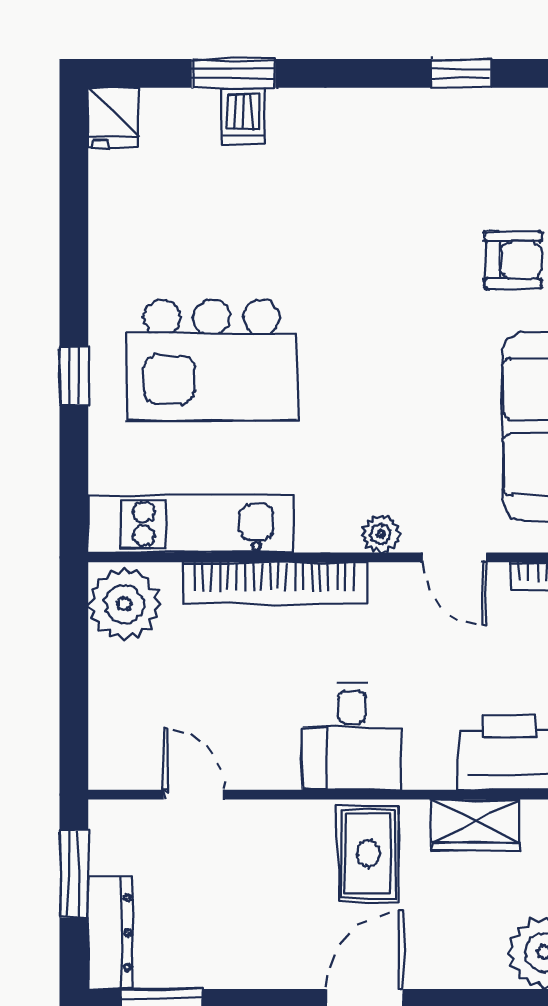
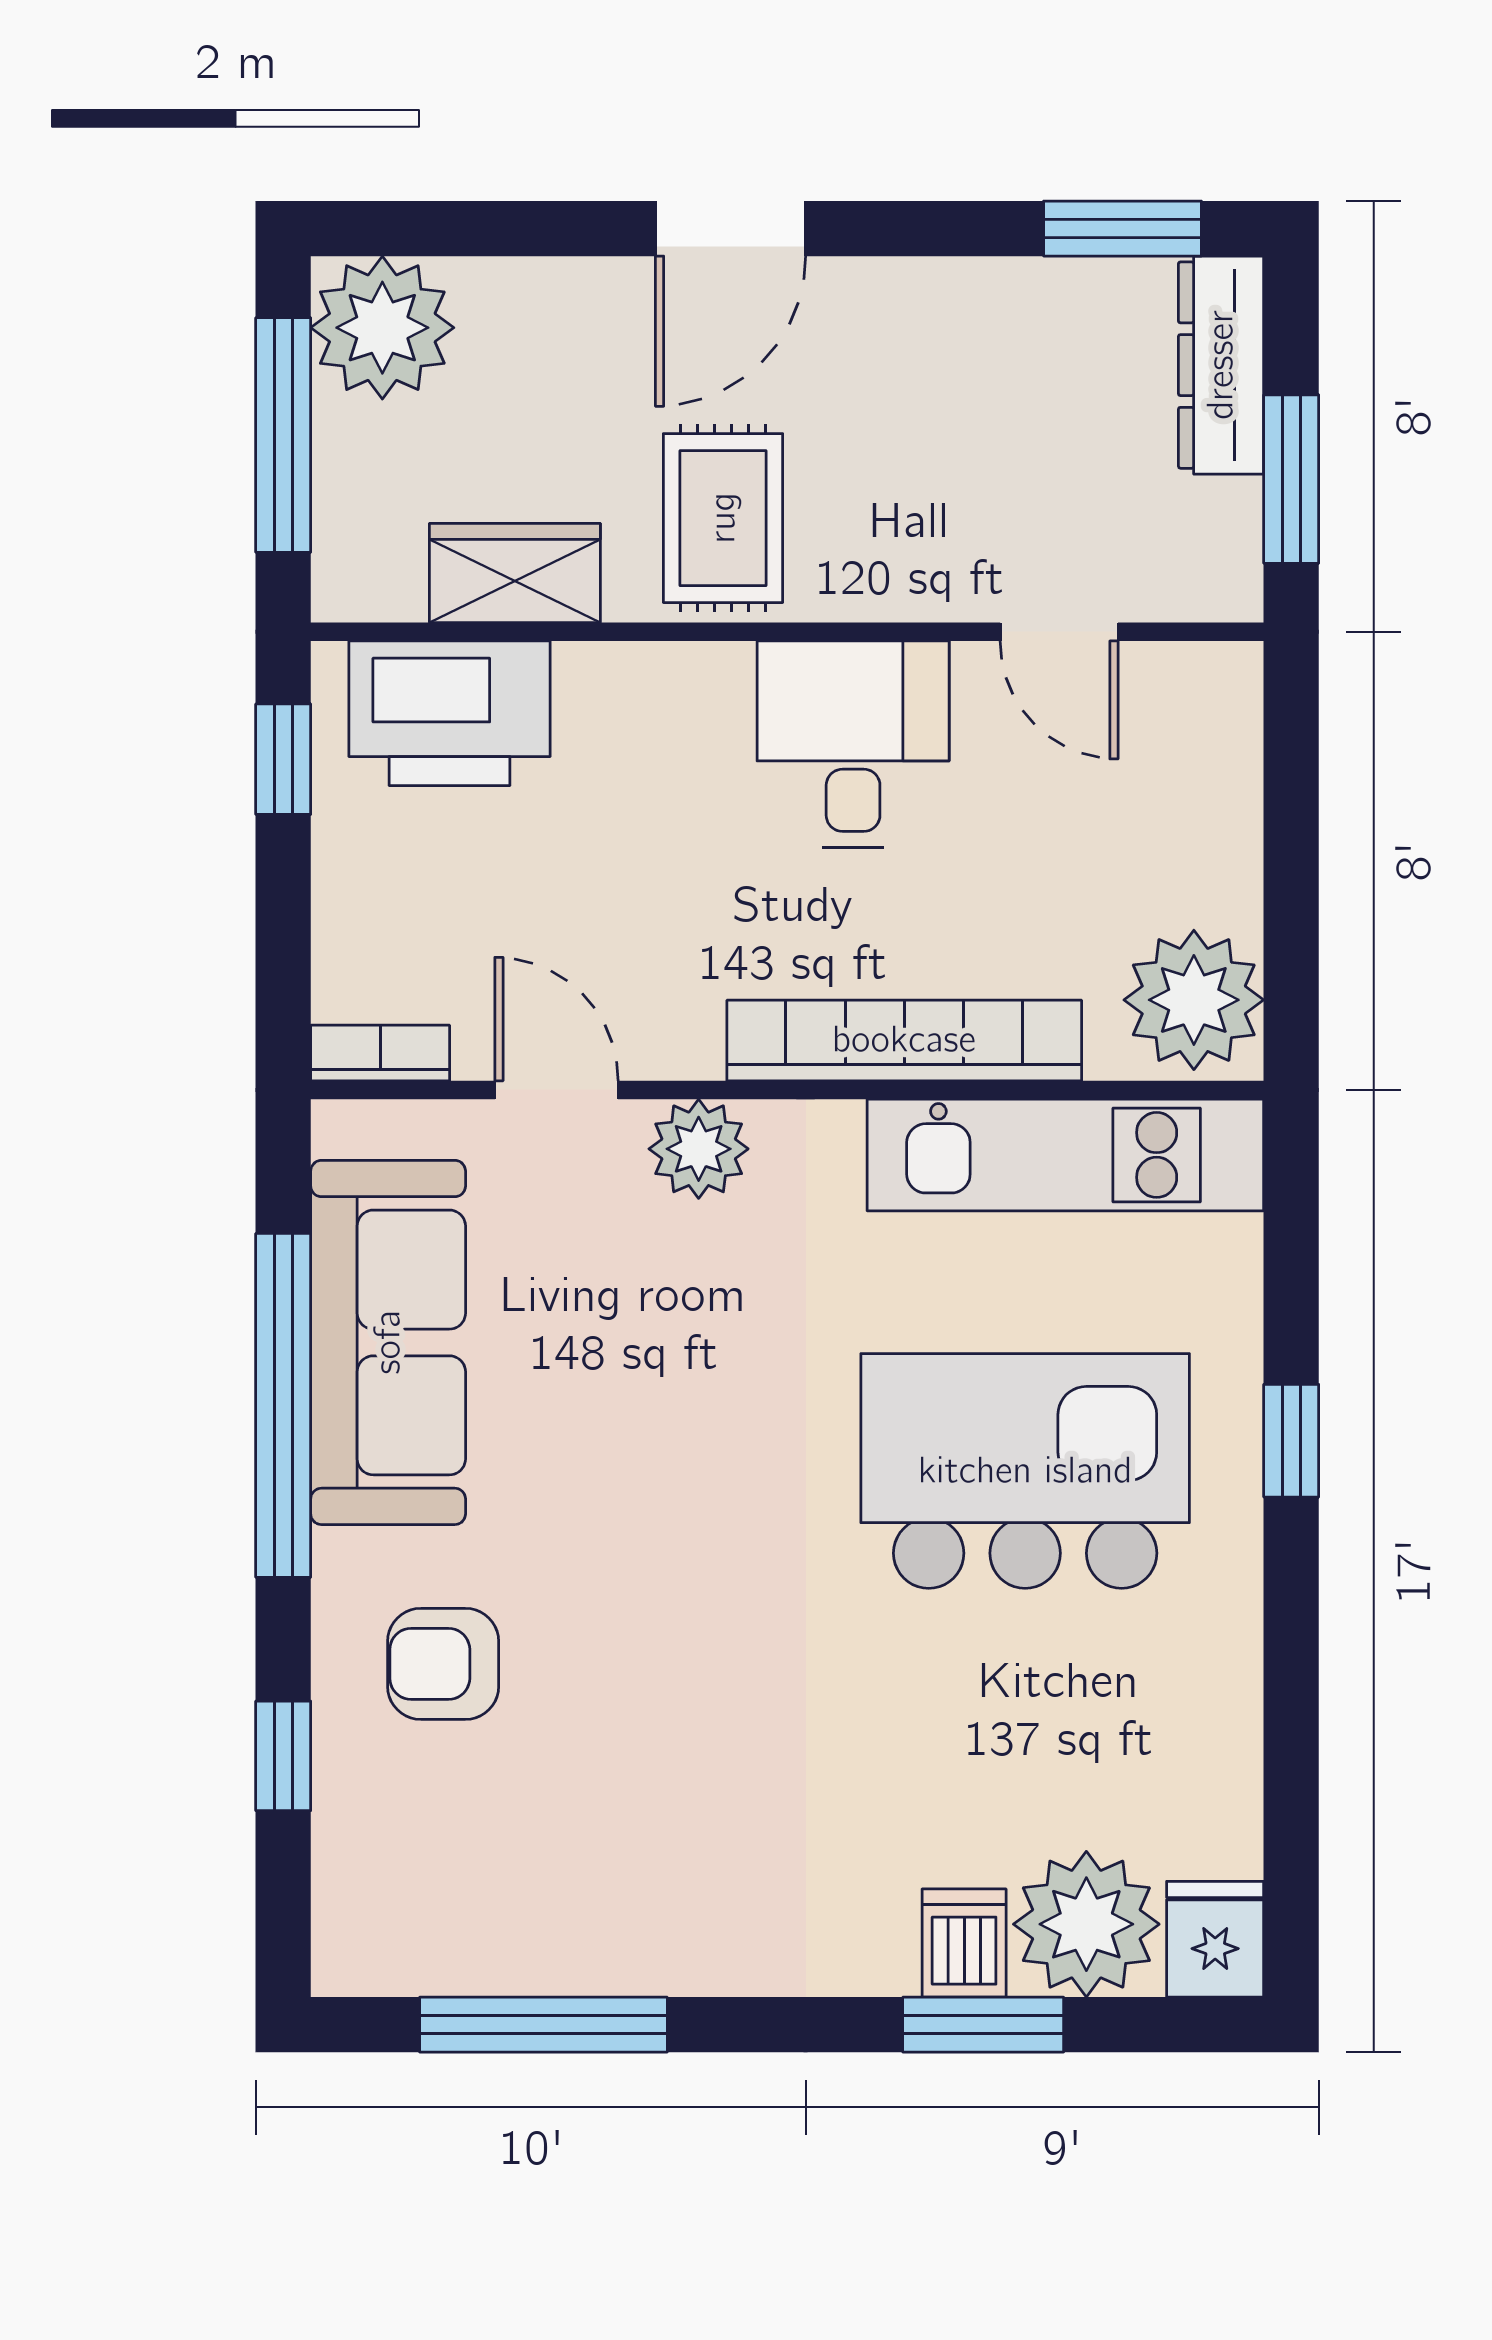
window: (461, 73) -> (543, 2025), width x2.17
plant: (180, 125) -> (1086, 1924), added
plant: (381, 534) -> (699, 1149), width x1.38, depth x1.38
desk: (352, 736) -> (853, 744), moved

